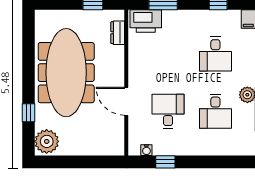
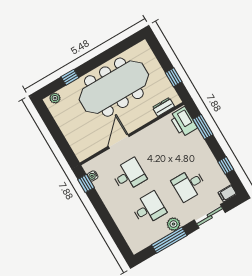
desk: (215, 111) -> (149, 208), turned 180
plant: (47, 141) -> (55, 98), width x0.53, depth x0.53
window: (165, 162) -> (86, 183), moved

